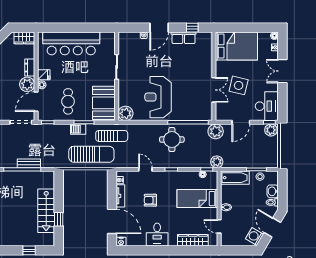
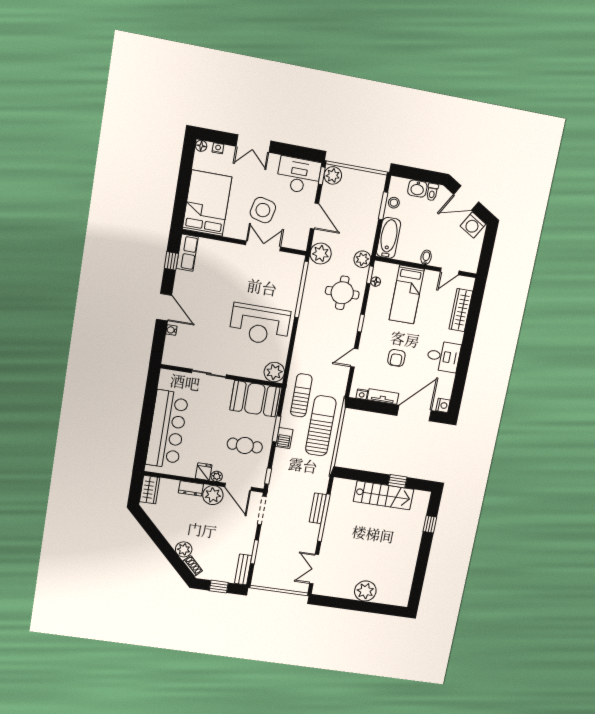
row of seats: (184, 38) -> (187, 253), moved
round table: (172, 139) -> (342, 293), moved

